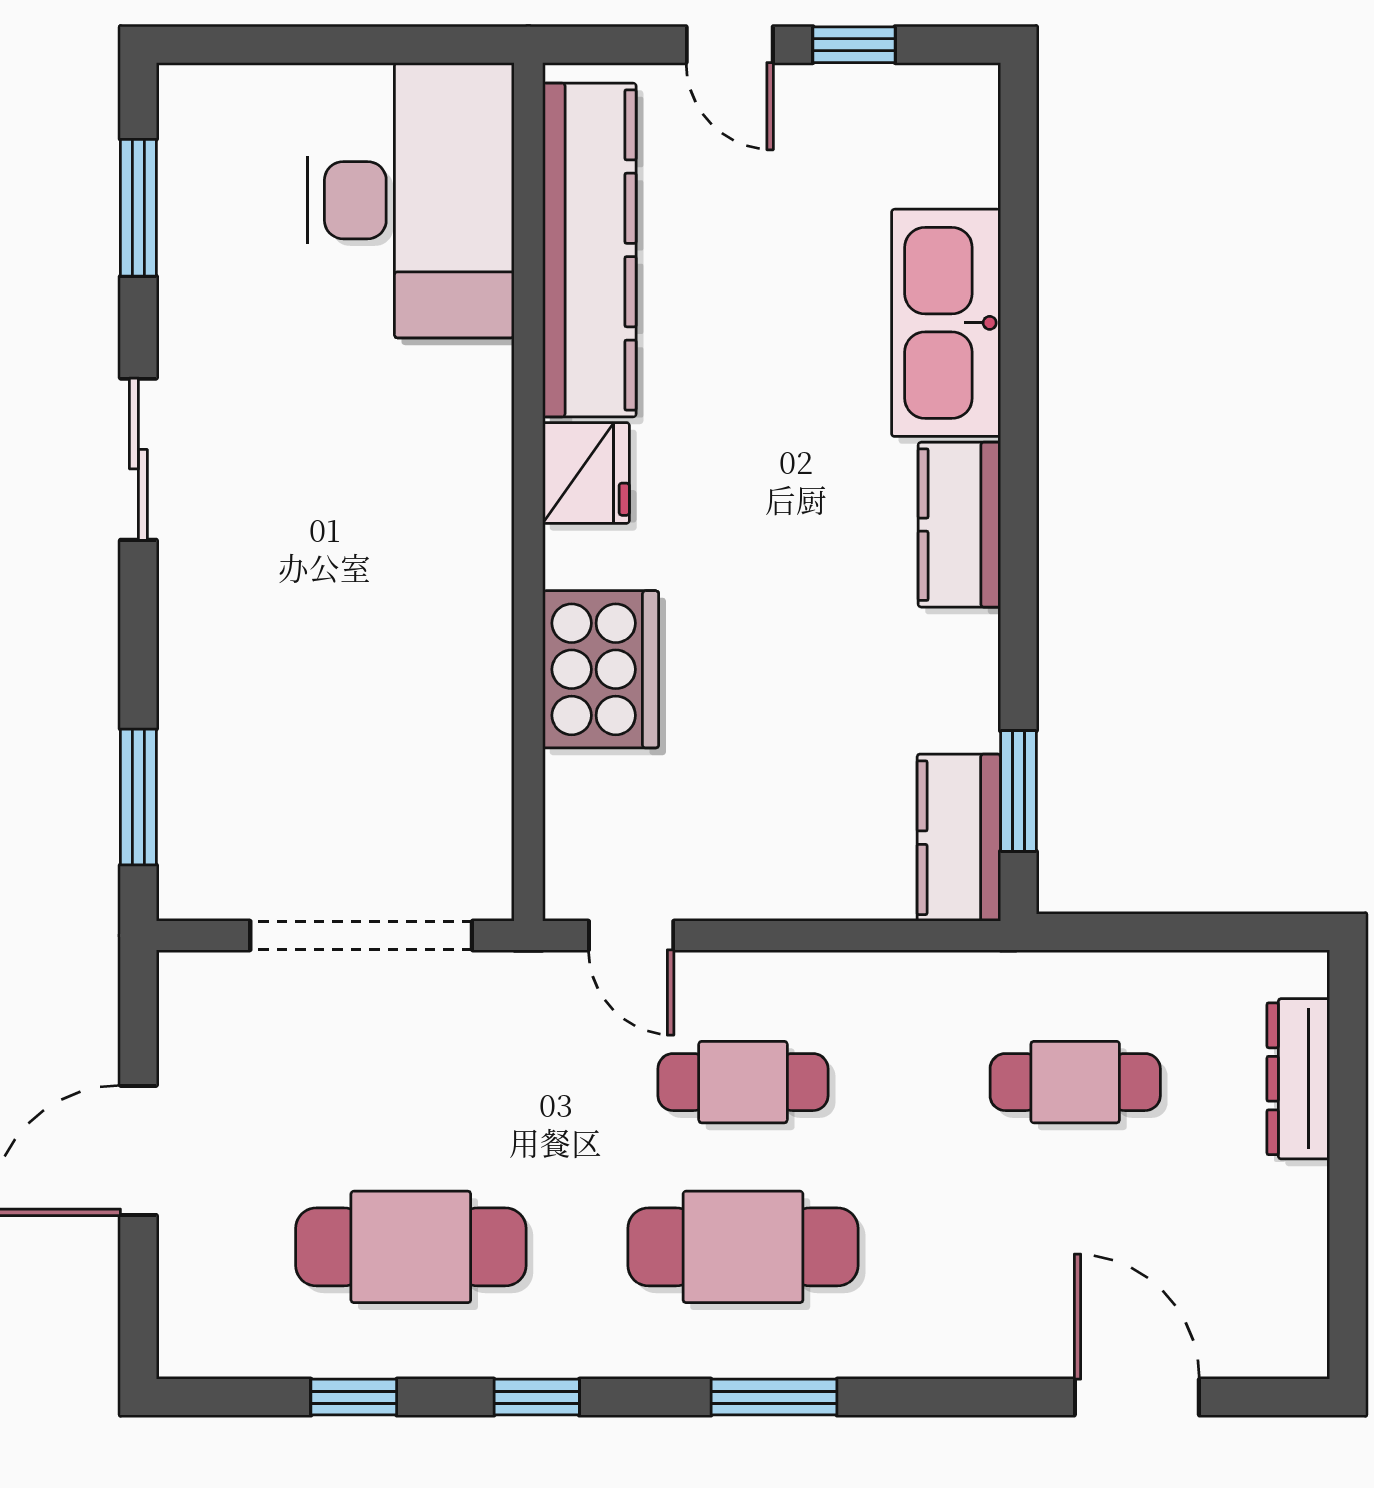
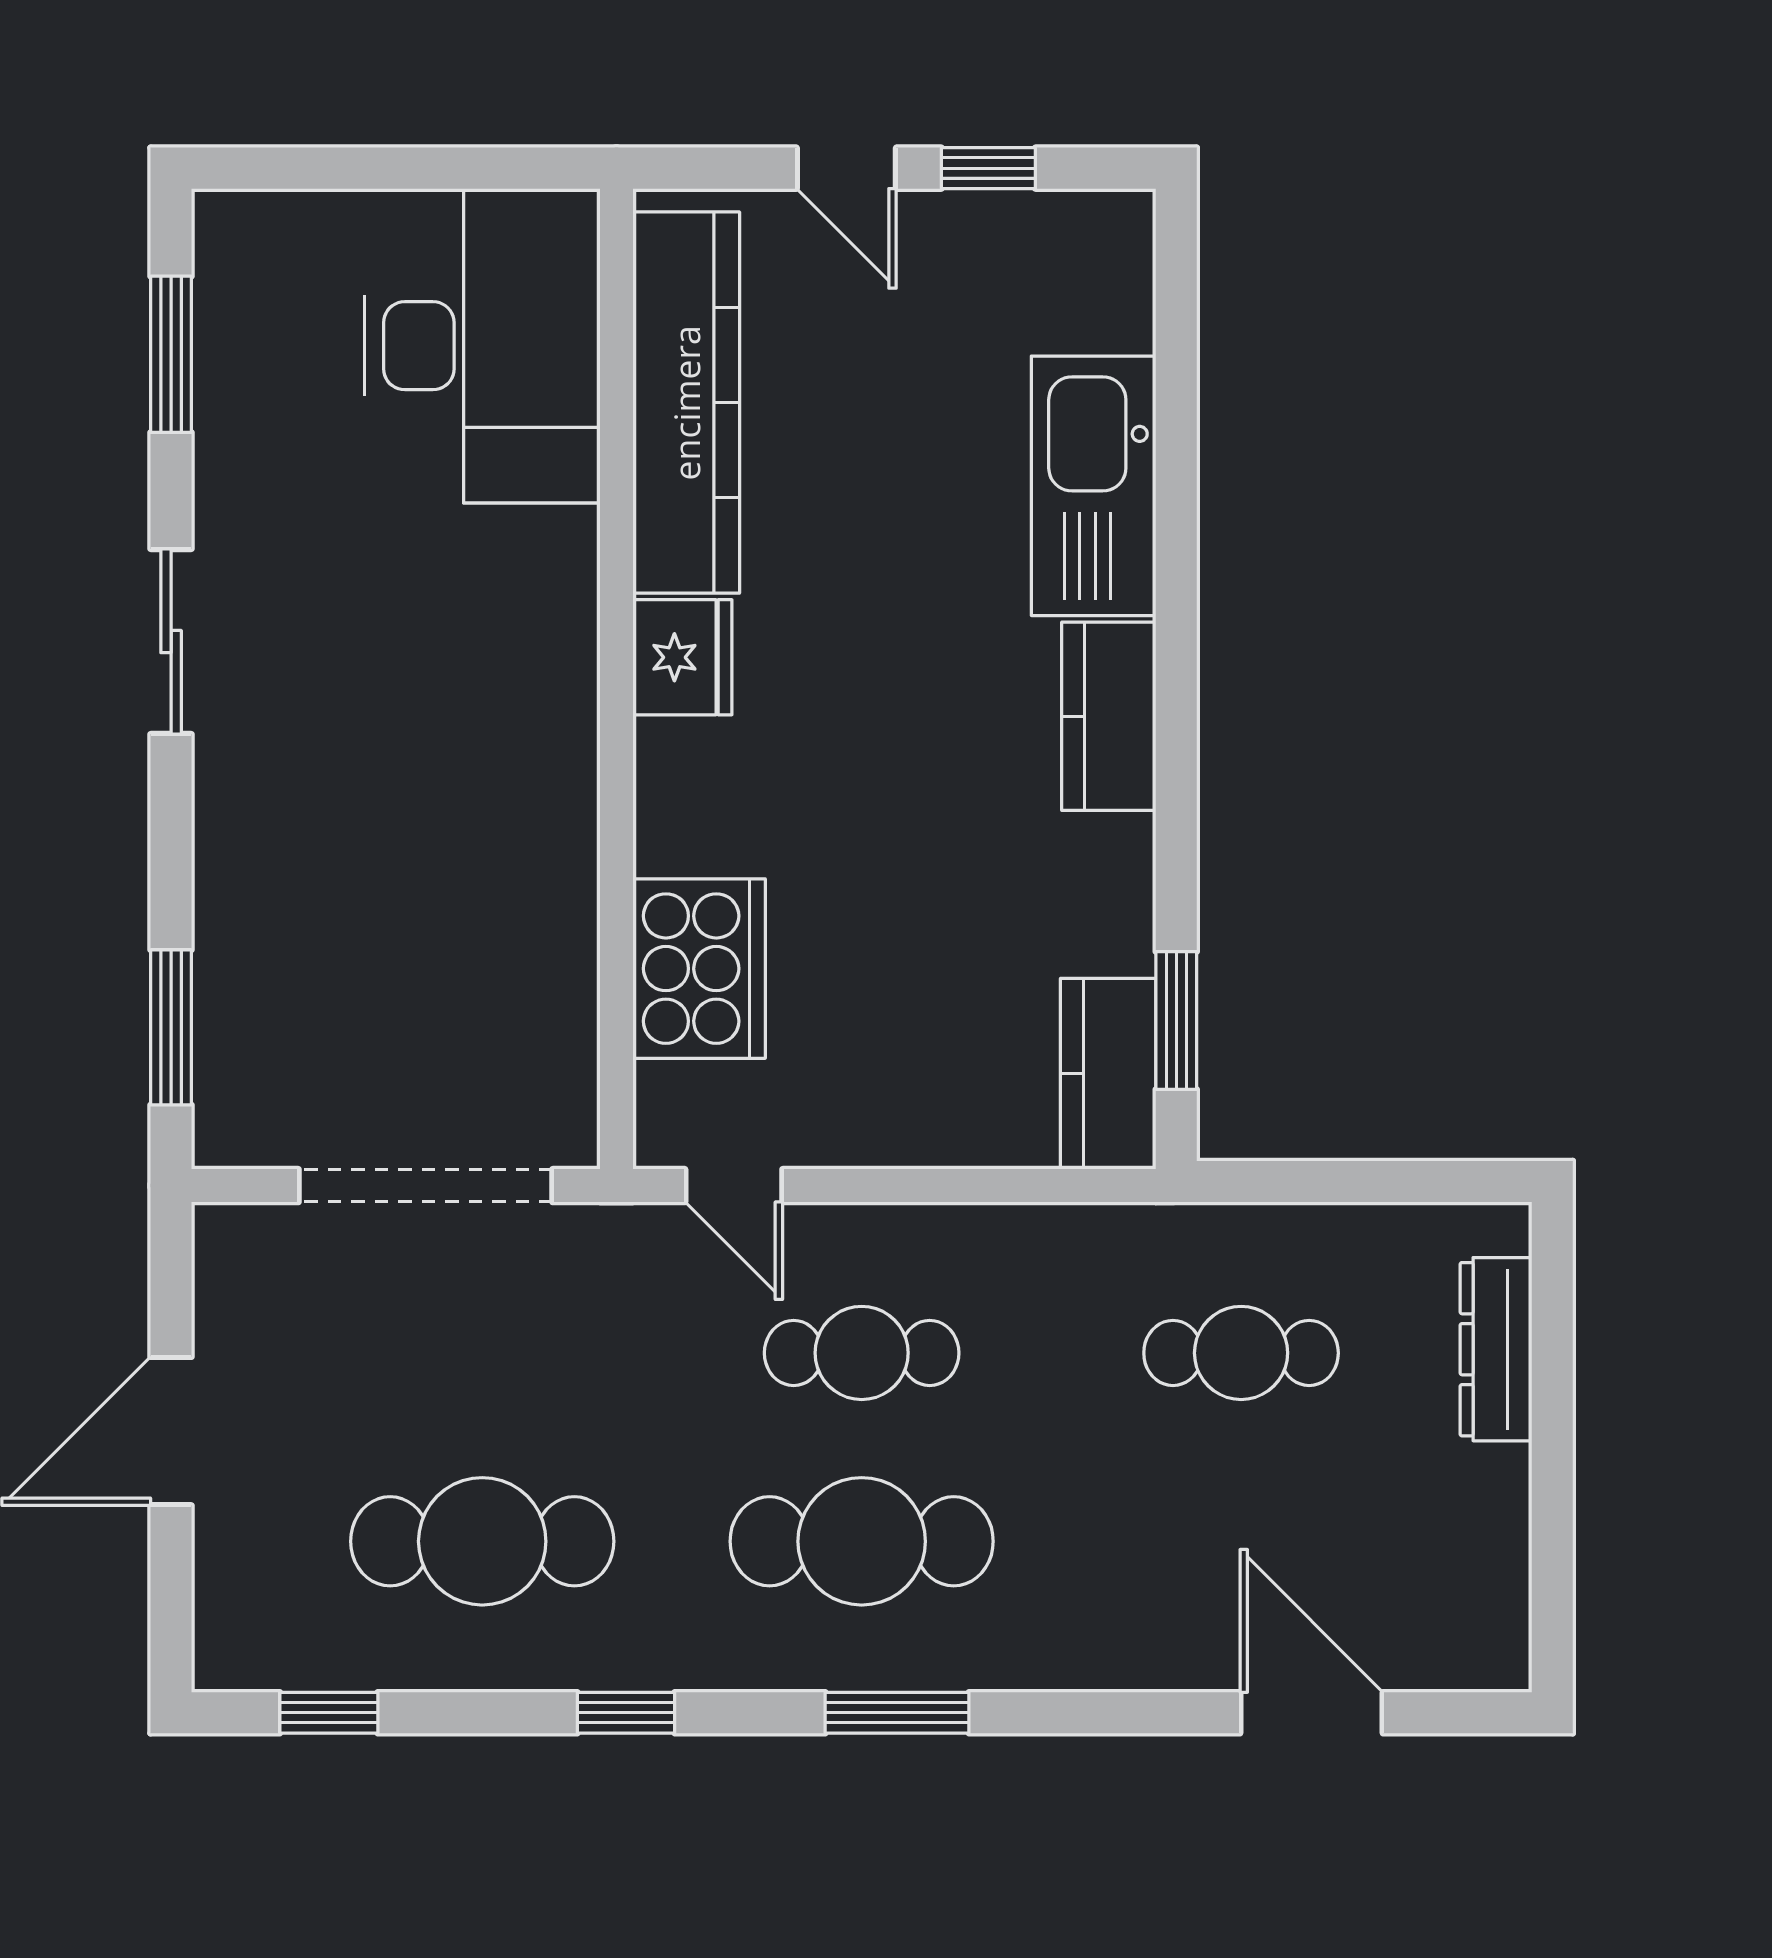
cooker: (601, 669) -> (699, 969), moved
window: (354, 1397) -> (329, 1713), moved

